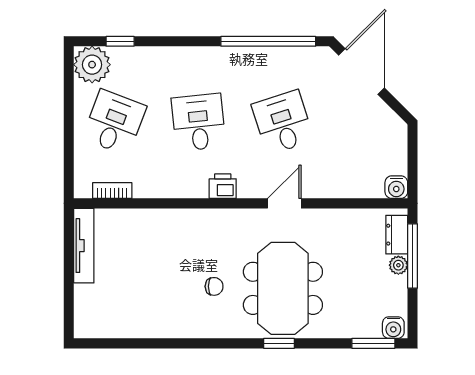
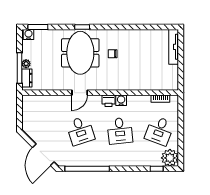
water cooler: (396, 187) -> (121, 100), moved
tv unit: (84, 246) -> (174, 47), moved

